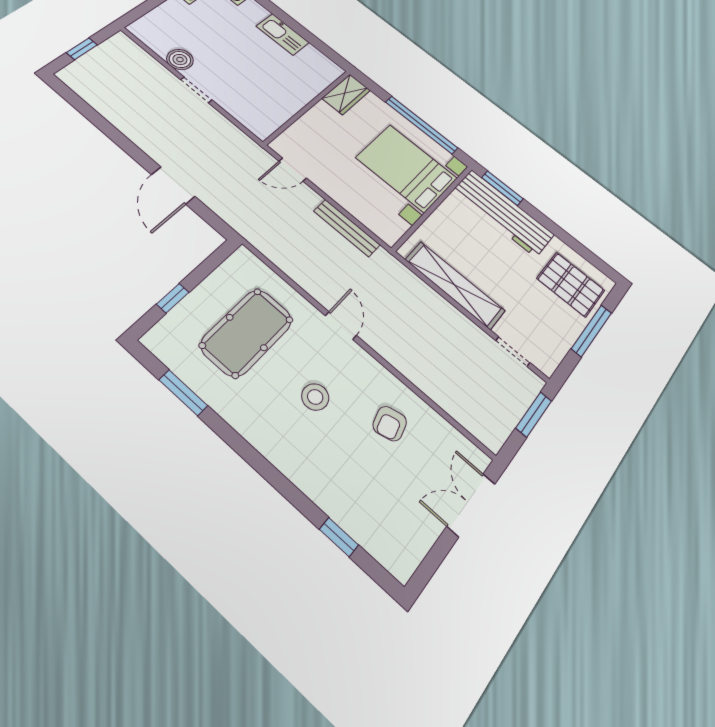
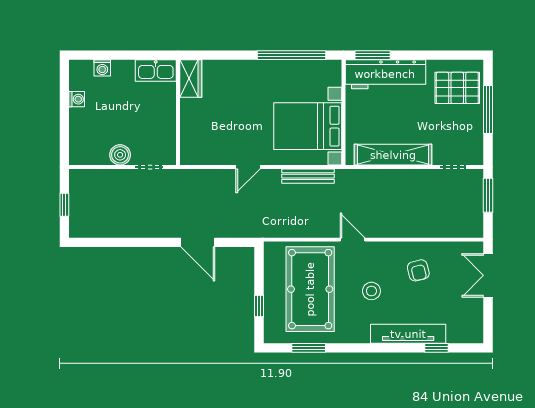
wardrobe: (346, 94) -> (191, 79), moved
wall: (308, 107) -> (178, 112), moved
bed with nightstands: (407, 168) -> (308, 126), moved
pool table: (247, 332) -> (310, 289), width x1.36, depth x1.32
tv unit: (317, 486) -> (408, 334), added

